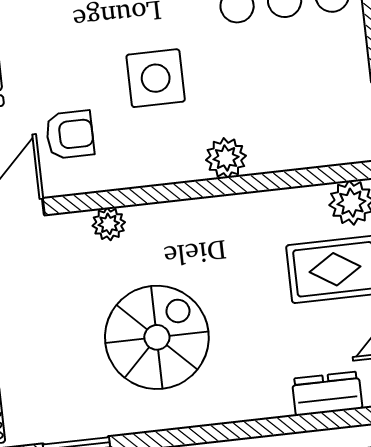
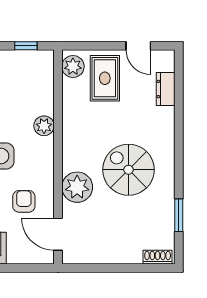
plant: (109, 224) -> (77, 187), width x1.87, depth x1.87

